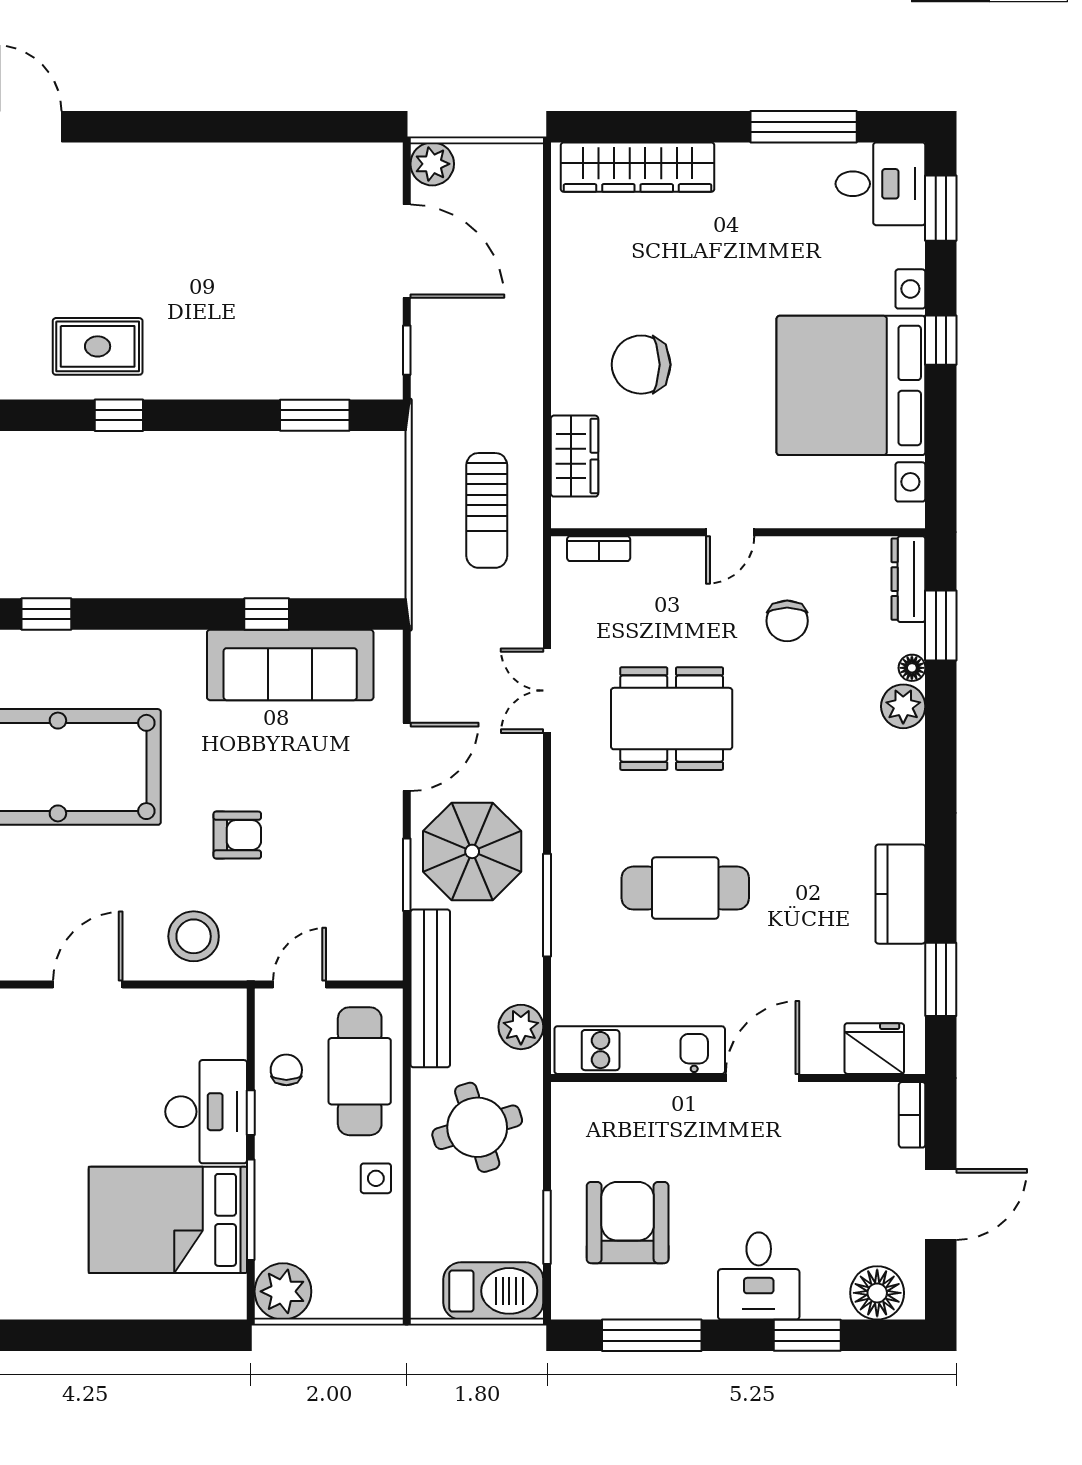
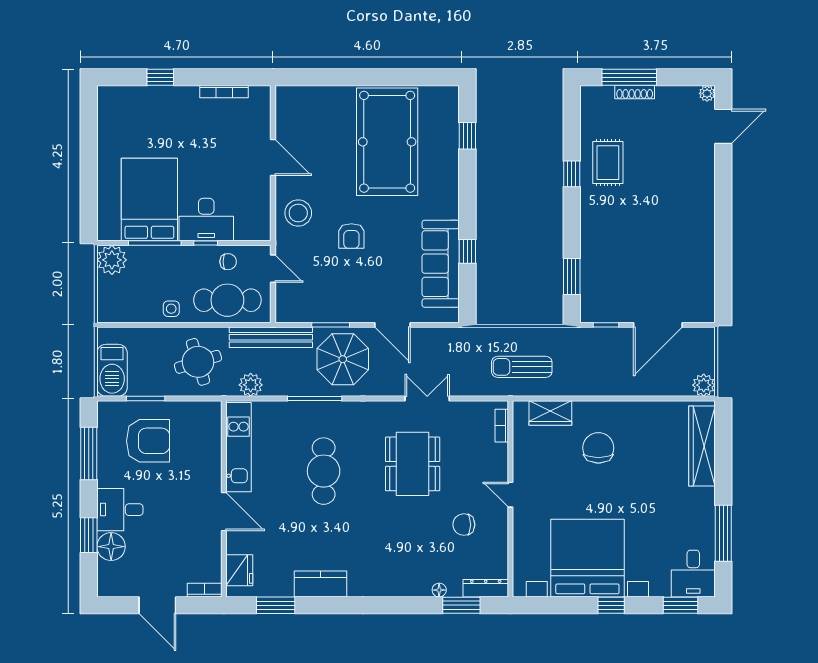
plant: (432, 164) -> (704, 385), moved
plant: (903, 706) -> (419, 585), removed
floor lamp: (877, 1293) -> (111, 547), moved

